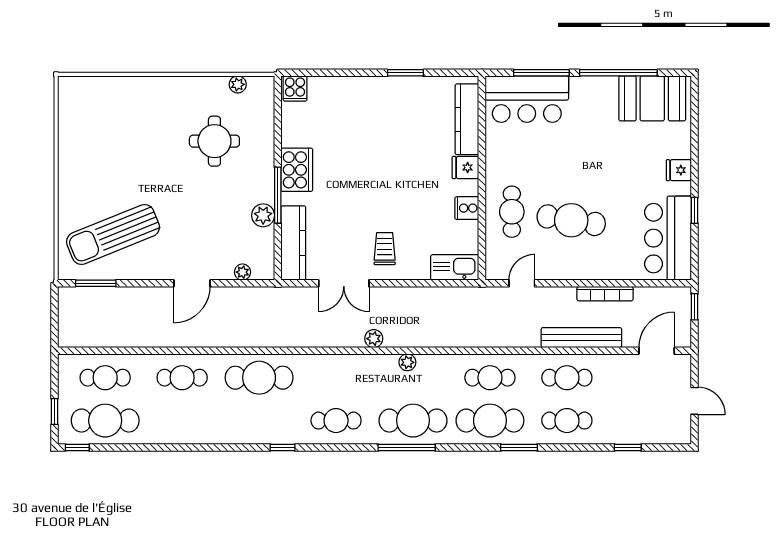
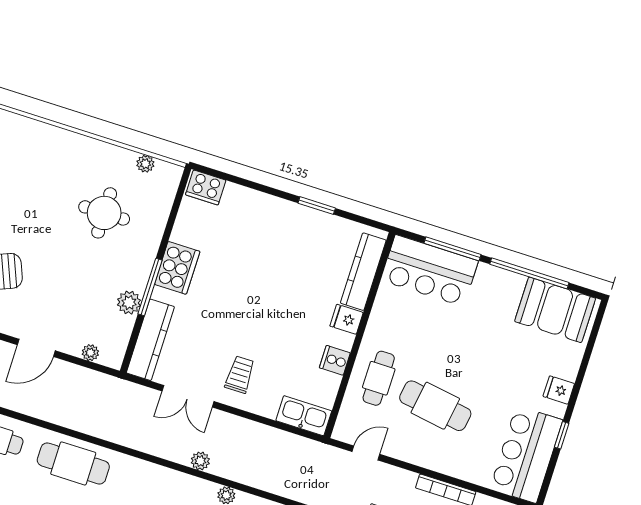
cooker: (295, 89) -> (206, 187), width x1.36

